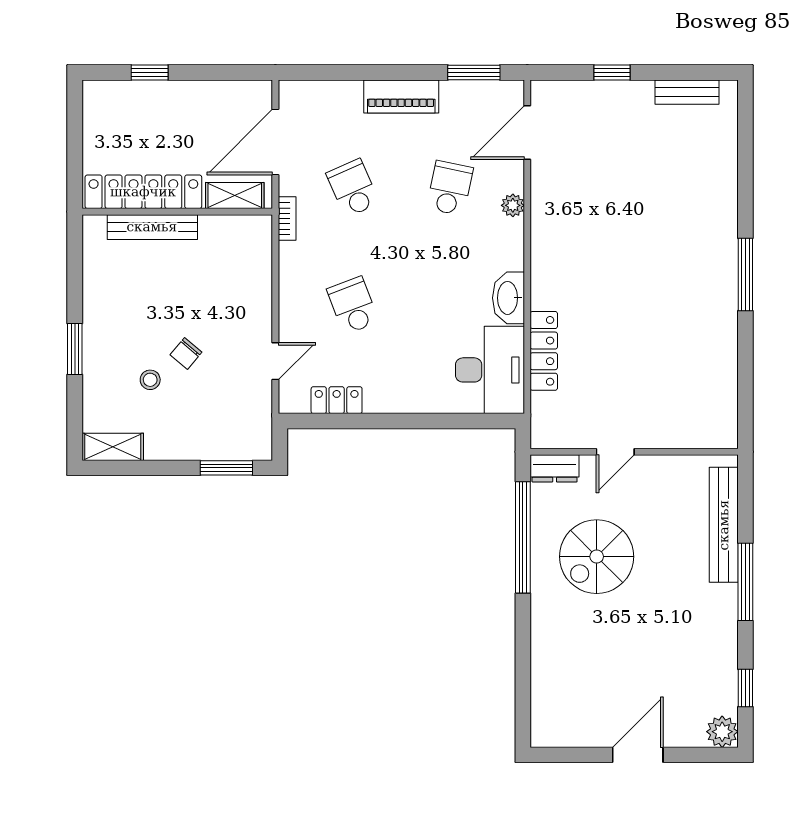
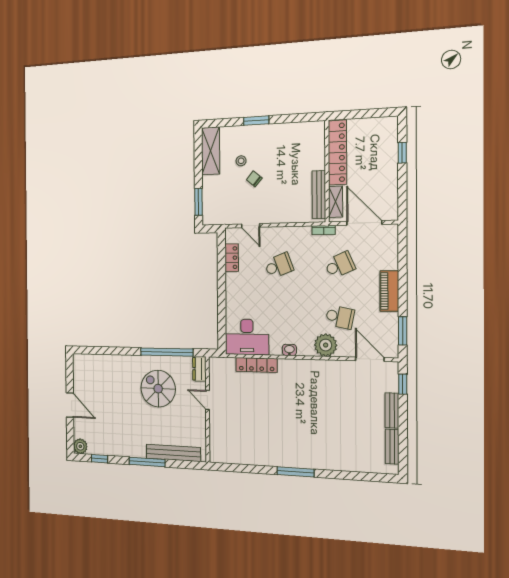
window: (612, 73) -> (403, 384), moved
bench: (620, 92) -> (392, 410), added
plant: (513, 205) -> (326, 345), width x1.88, depth x1.88
bench: (152, 227) -> (319, 195), moved
washbasin: (508, 298) -> (289, 350), width x0.52, depth x0.69
shelving: (113, 447) -> (211, 151), width x1.50, depth x1.33

